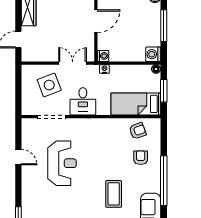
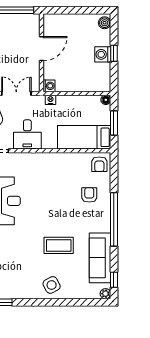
window: (164, 26) -> (114, 53), width x0.46
washing machine: (153, 54) -> (103, 54), moved
armchair: (138, 131) -> (99, 164), moved, turned 111
coffee table: (114, 194) -> (59, 245), moved, turned 90

